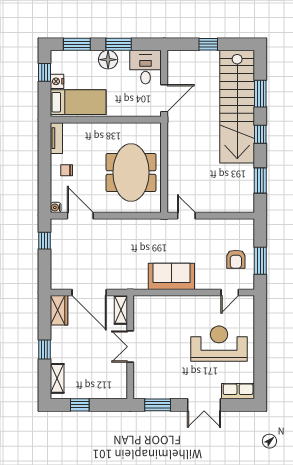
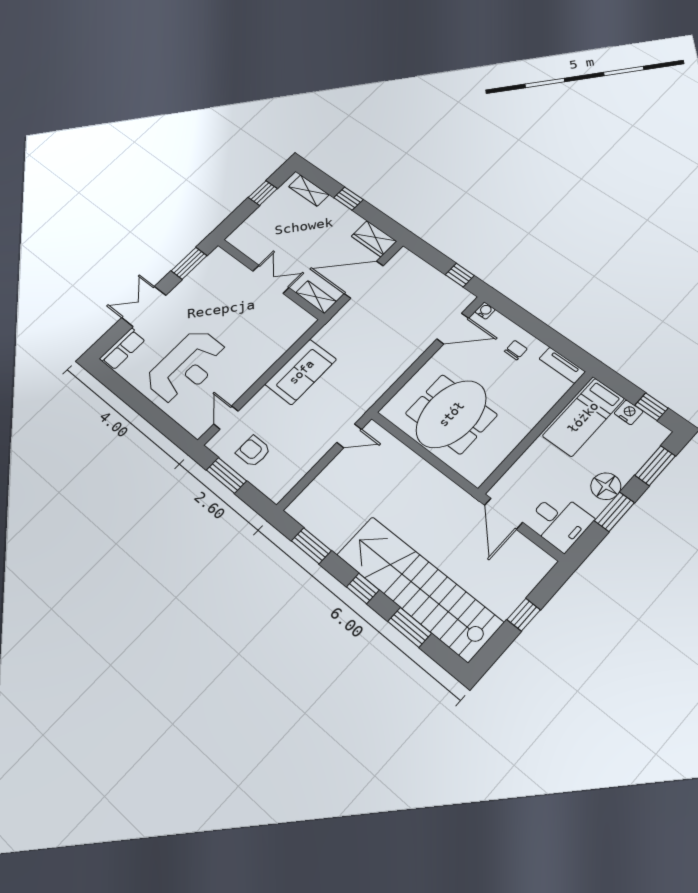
meeting table: (131, 173) -> (451, 414), turned 90

